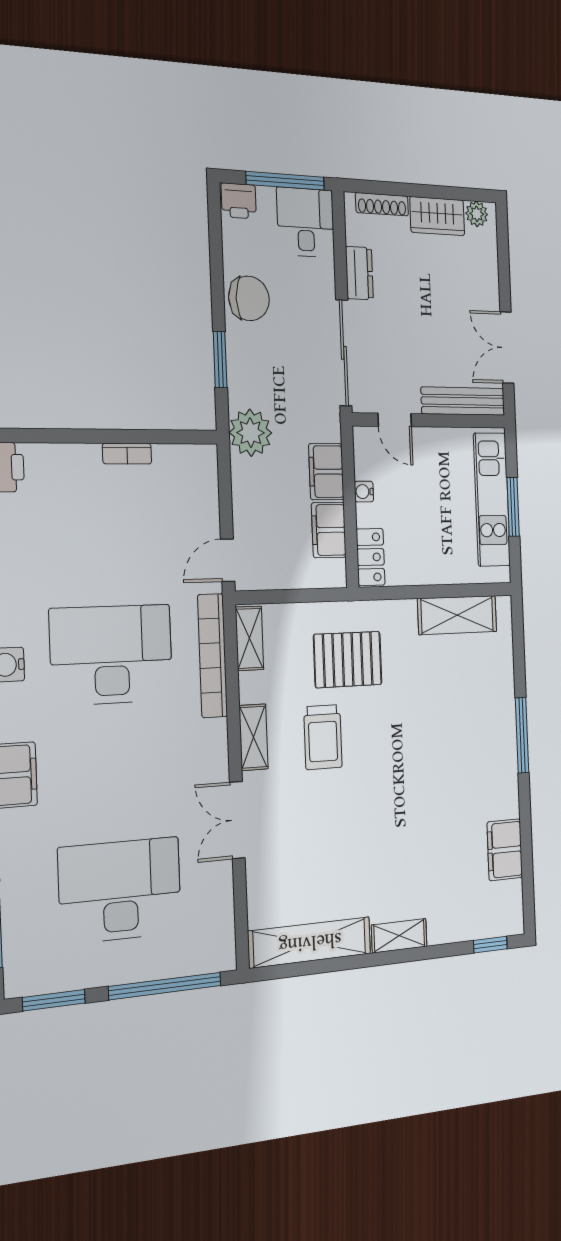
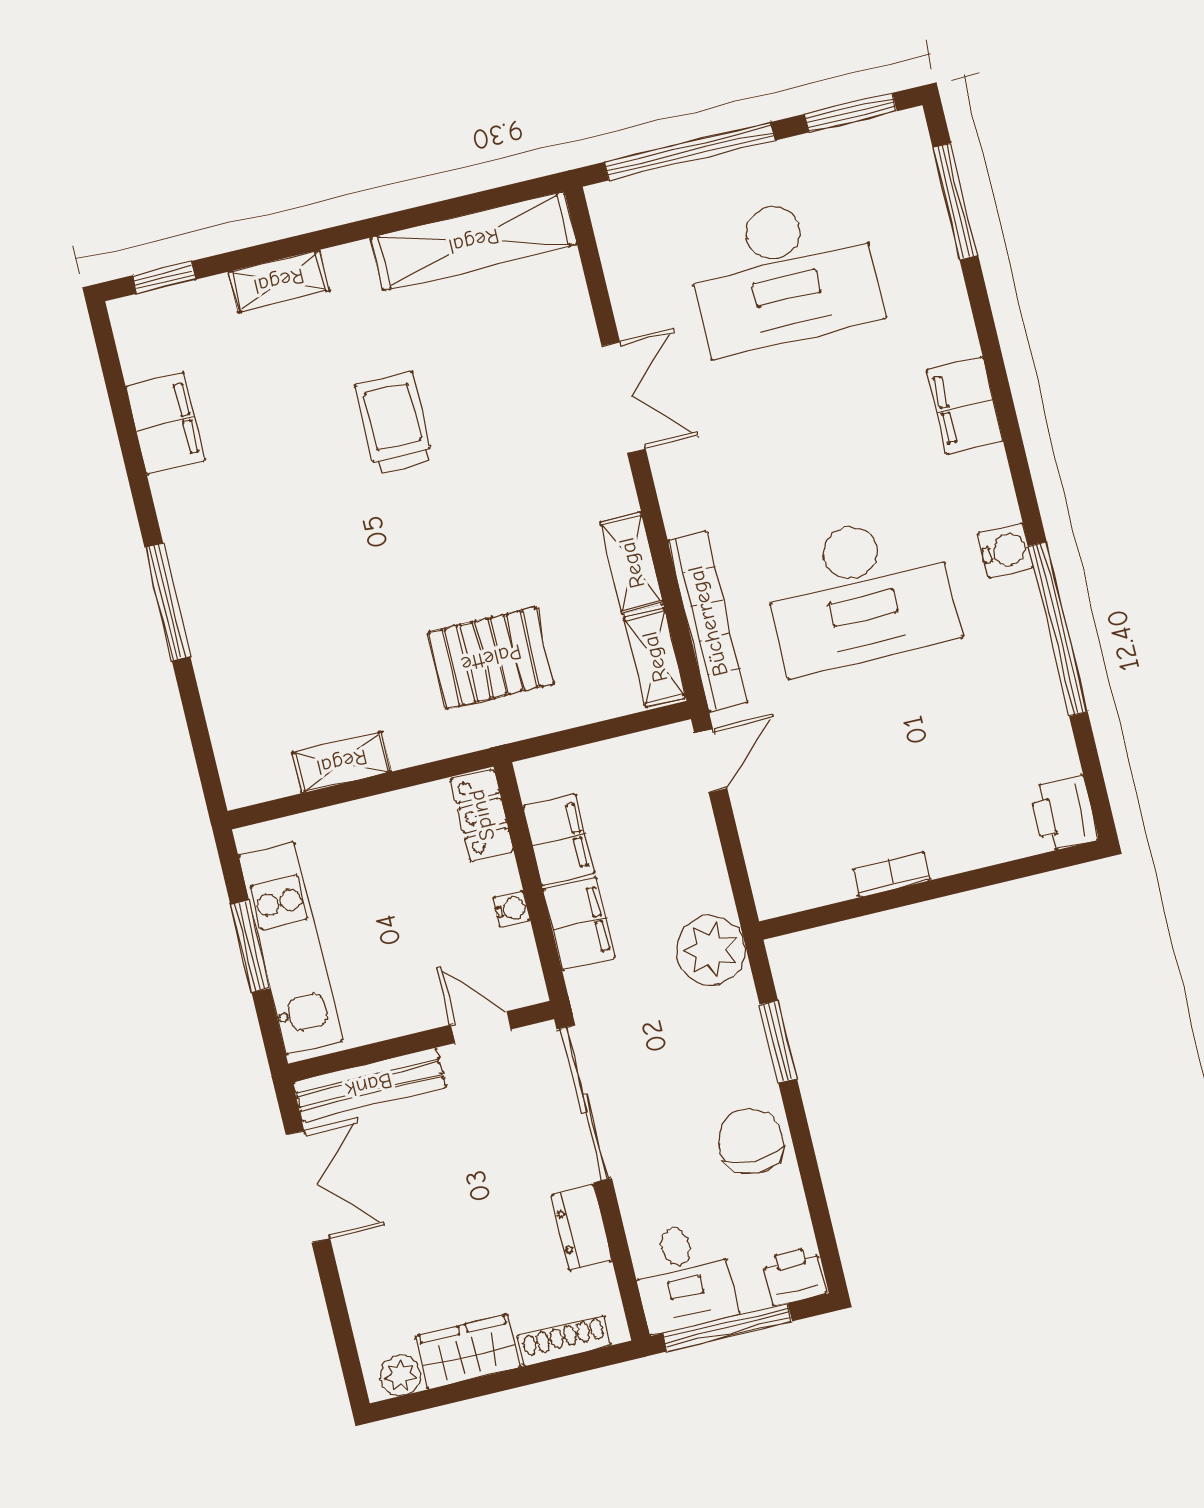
chair: (249, 298) -> (751, 1141), turned 90
shelving: (457, 615) -> (342, 762), width x0.67, depth x0.75
shelving: (254, 737) -> (632, 563), moved
trolley: (323, 737) -> (394, 423), moved
shelving: (399, 936) -> (279, 281), moved

